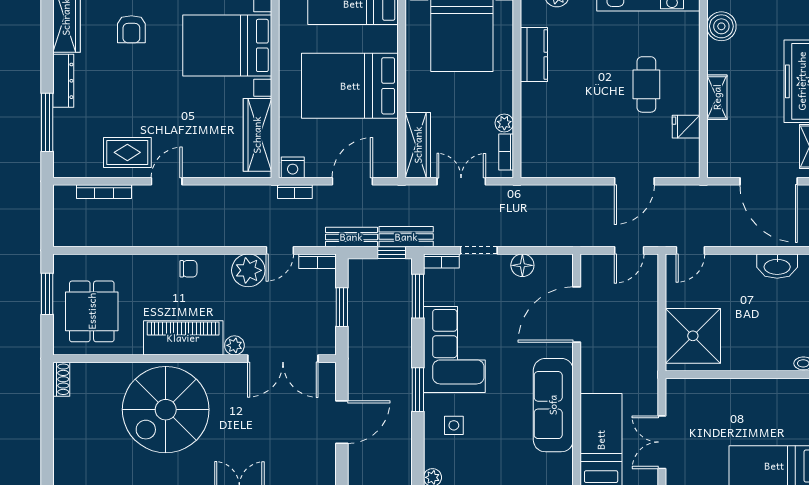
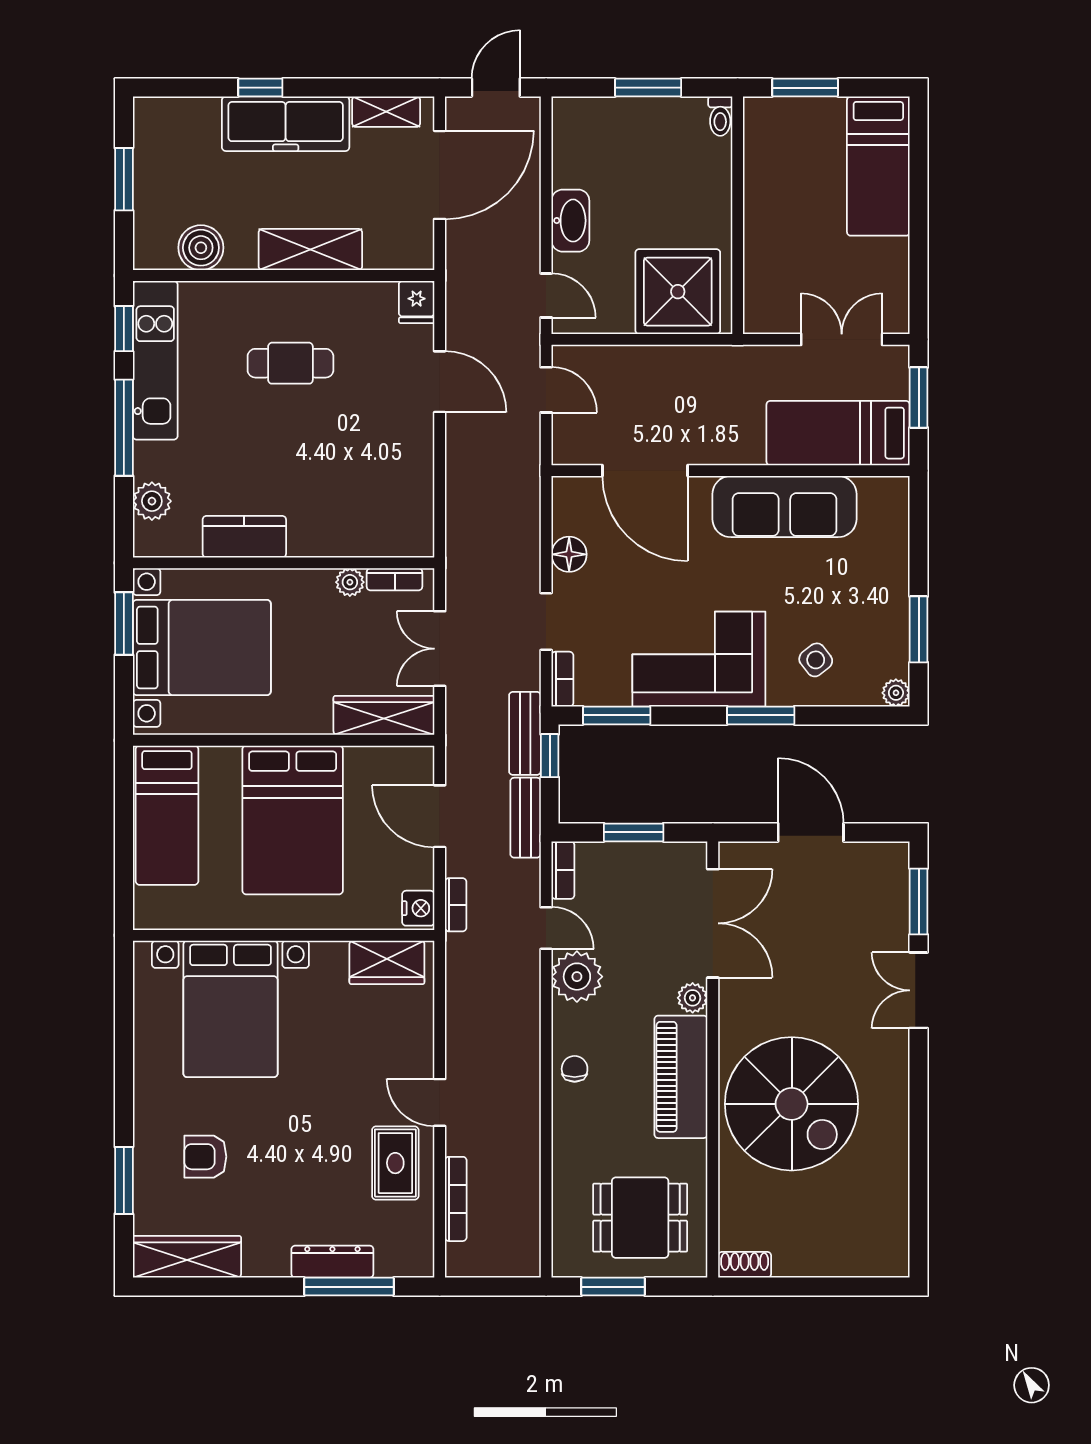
armchair: (131, 29) -> (205, 1157), turned 180
dresser: (63, 81) -> (332, 1262), moved
shelving: (717, 97) -> (310, 250), width x1.50, depth x1.33
fridge: (686, 127) -> (417, 302), moved
wardrobe: (257, 135) -> (387, 962), width x0.67
washbasin: (777, 266) -> (570, 221), moved
side table: (454, 425) -> (816, 660), turned -38
double door: (662, 442) -> (842, 339), swing flipped

